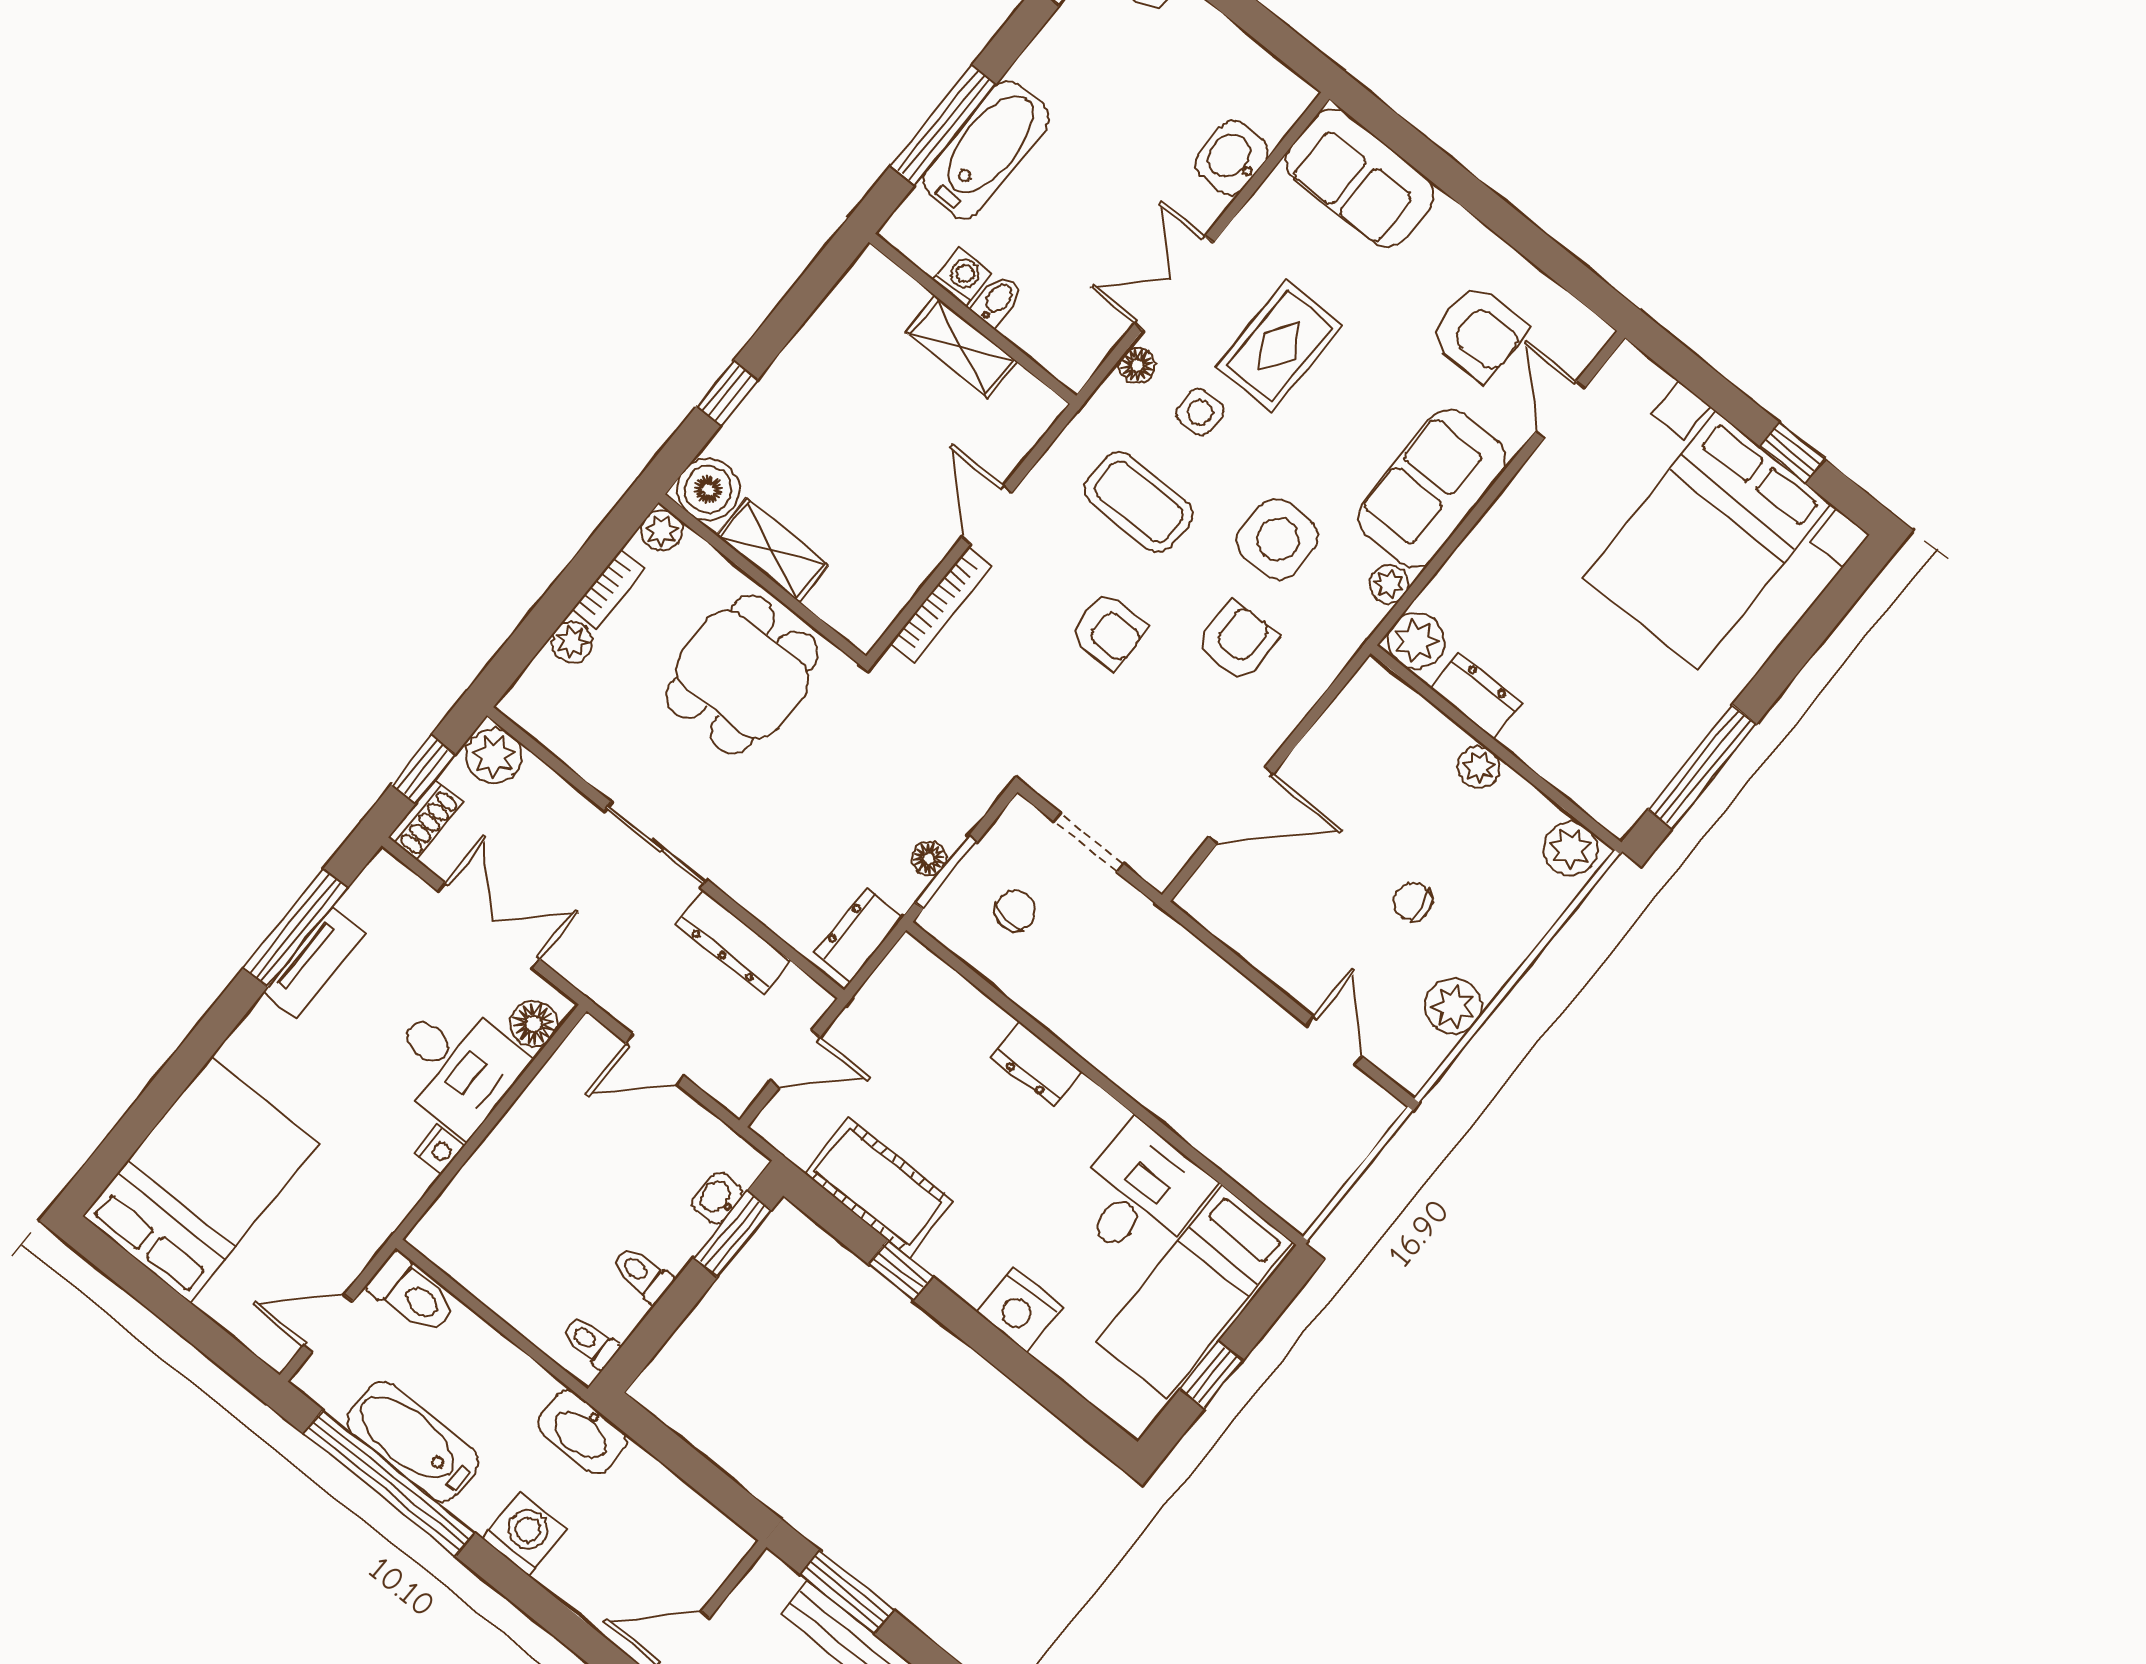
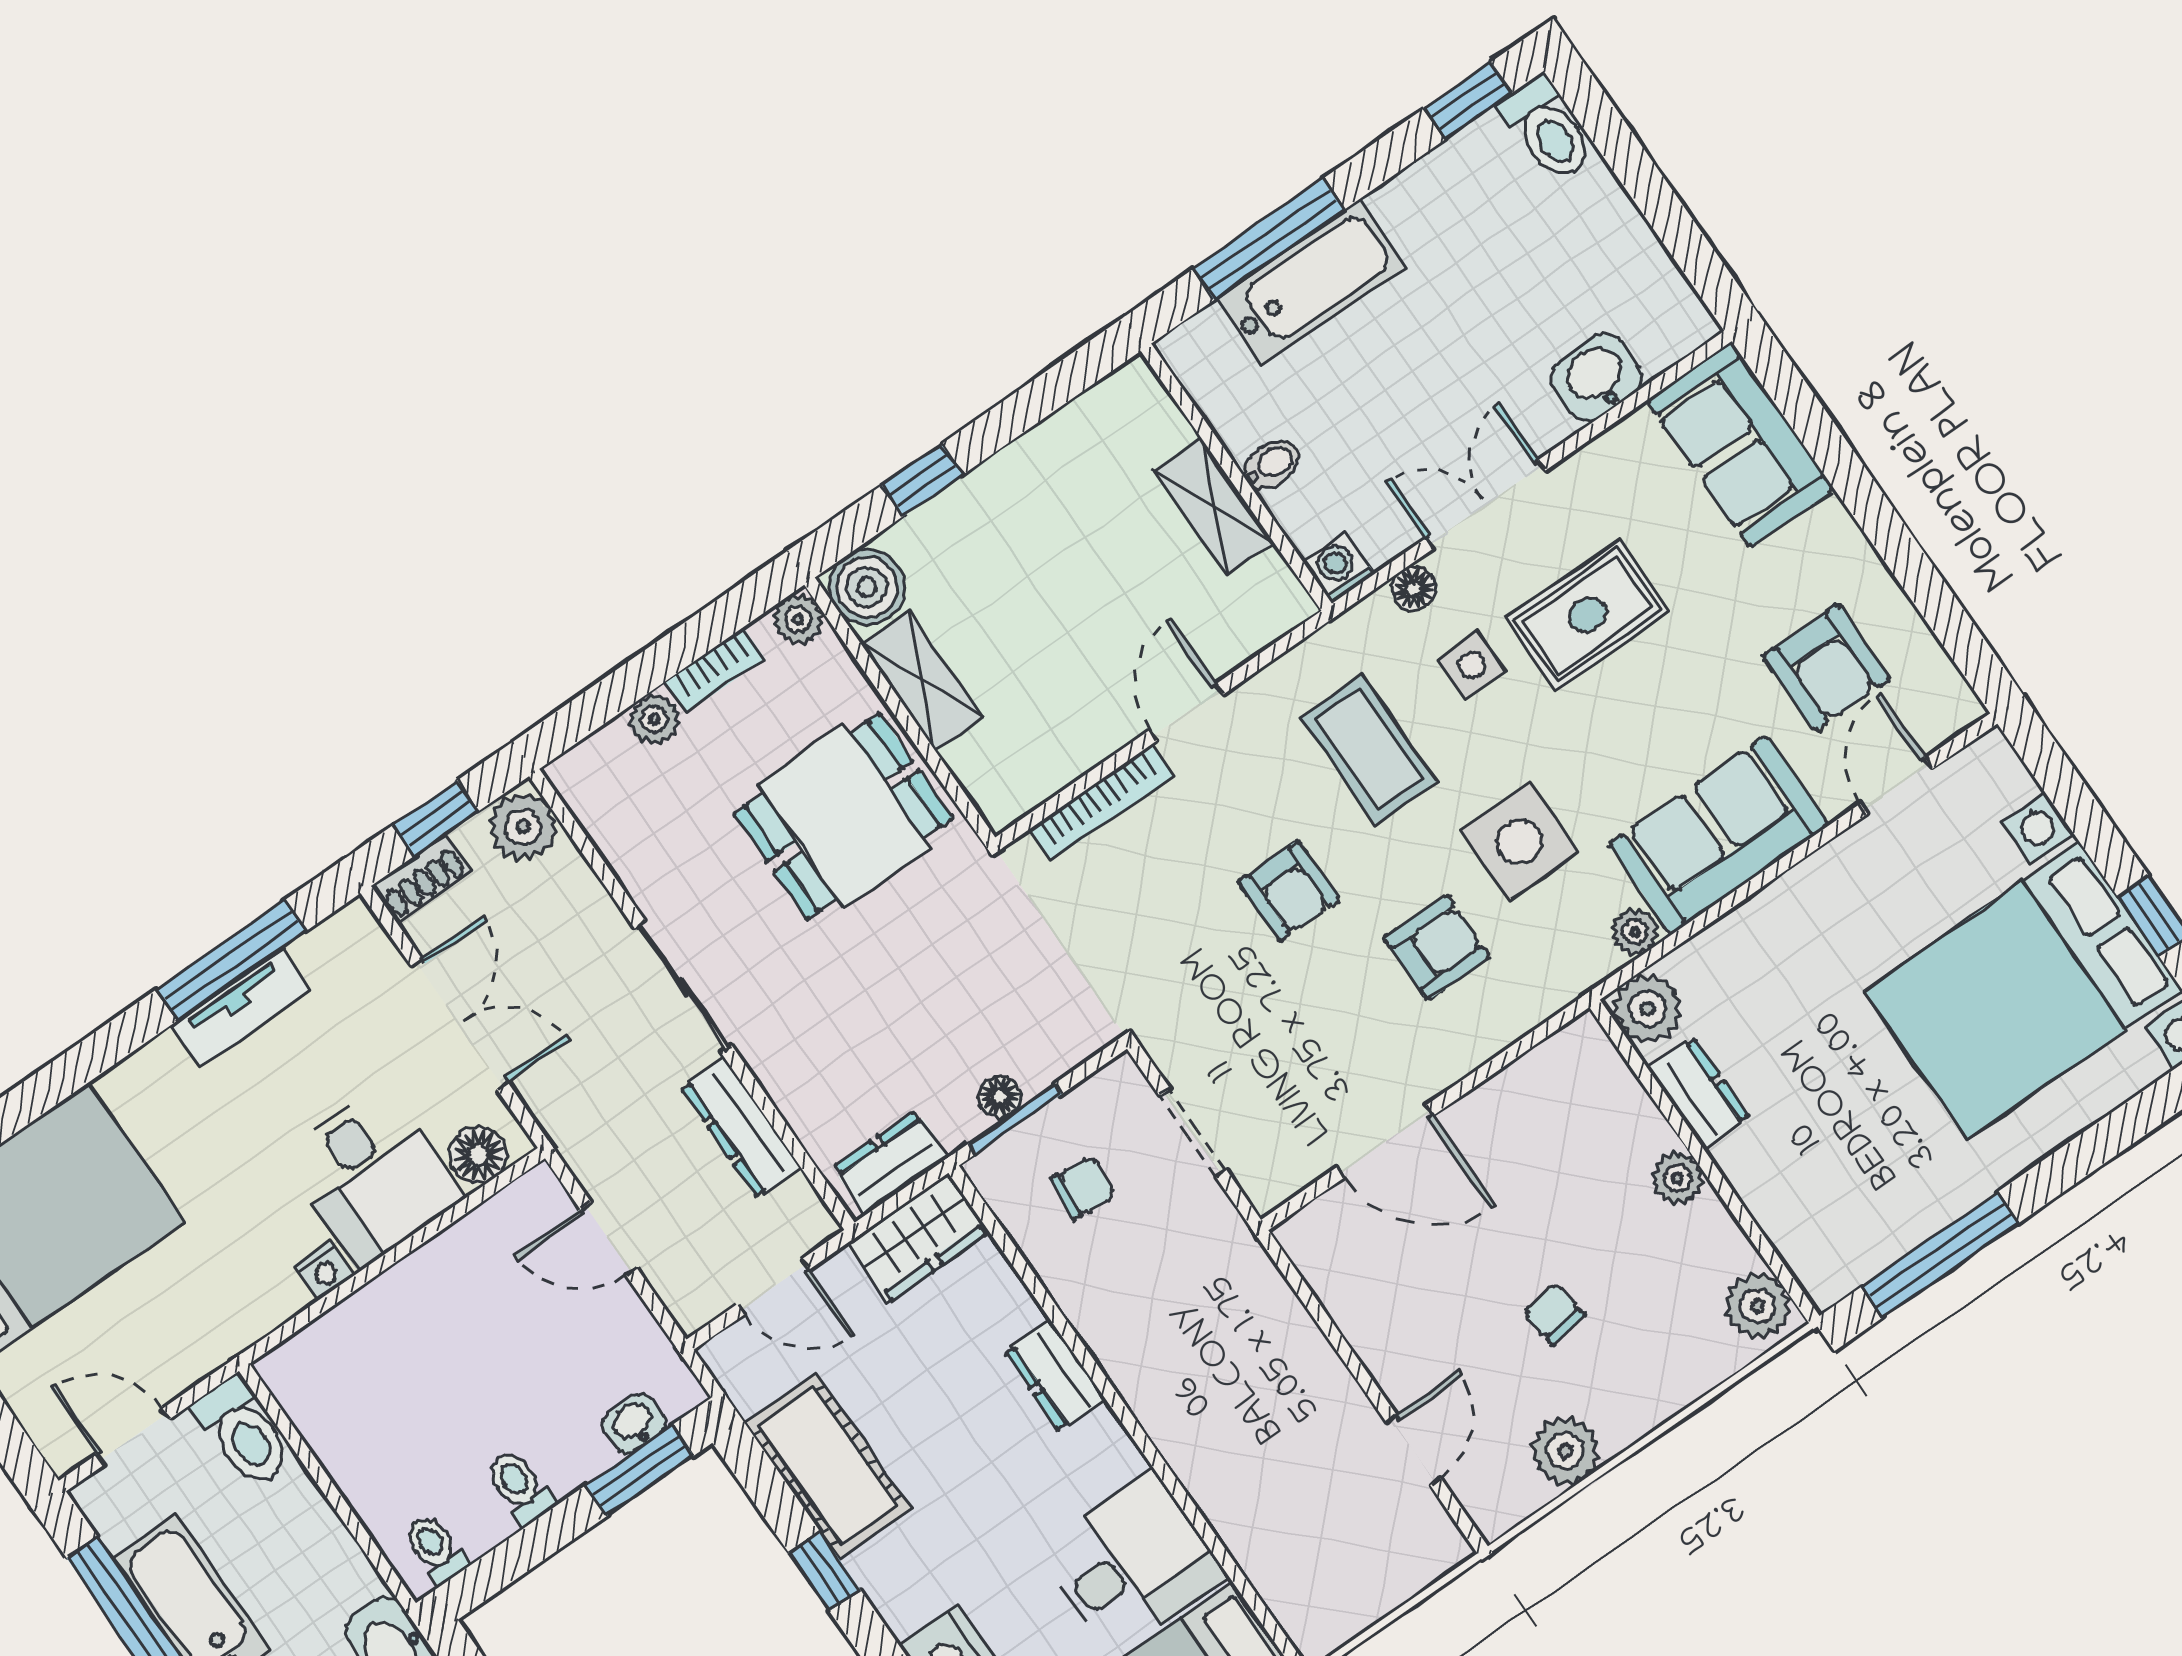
washing machine: (963, 277) -> (1338, 567), moved, turned -90
wardrobe: (897, 988) -> (918, 1238), added

